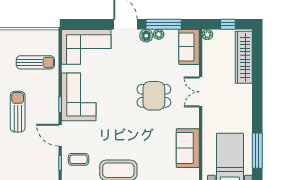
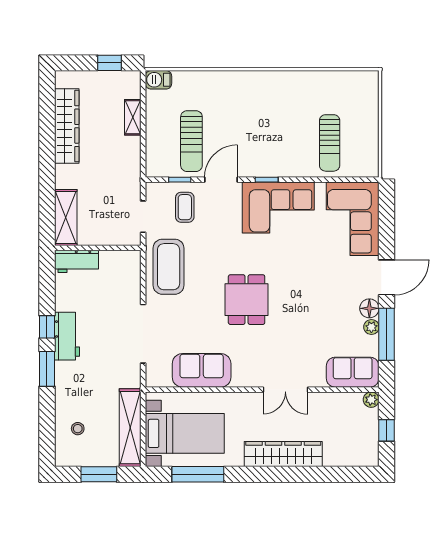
wardrobe: (244, 57) -> (283, 454), moved
double door: (201, 92) -> (285, 390), swing flipped
dining table: (154, 96) -> (247, 300), moved
sun lounger: (18, 112) -> (191, 141), moved, turned 90

